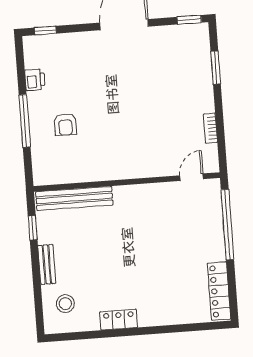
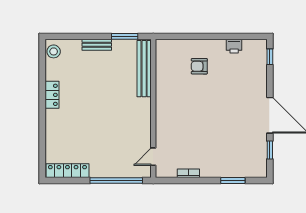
window: (189, 20) -> (270, 150), moved
window: (25, 121) -> (204, 36), removed
door: (192, 177) -> (153, 157), swing flipped
window: (33, 228) -> (125, 36), width x1.50
stool: (65, 304) -> (54, 51), moved

